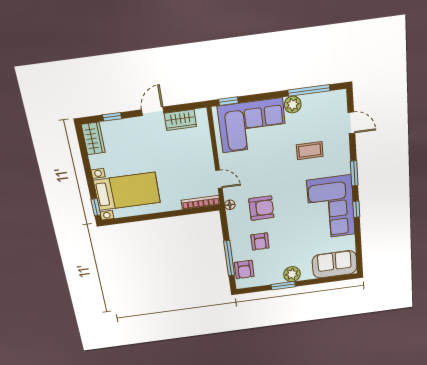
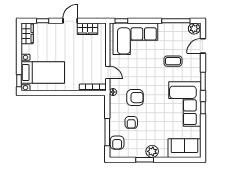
plant: (293, 105) -> (194, 29), moved
door: (351, 123) -> (203, 46), swing flipped

